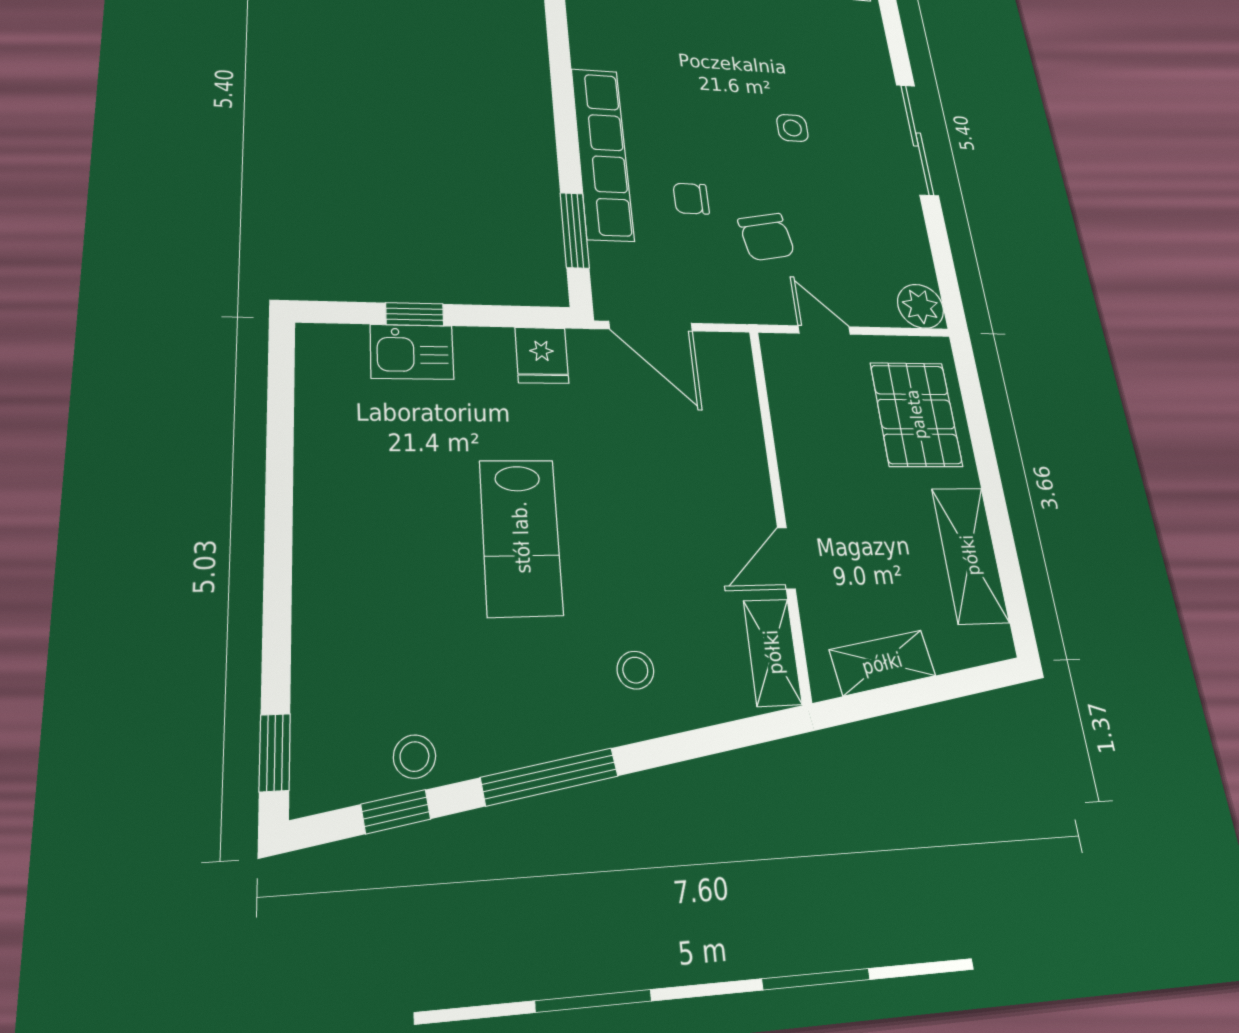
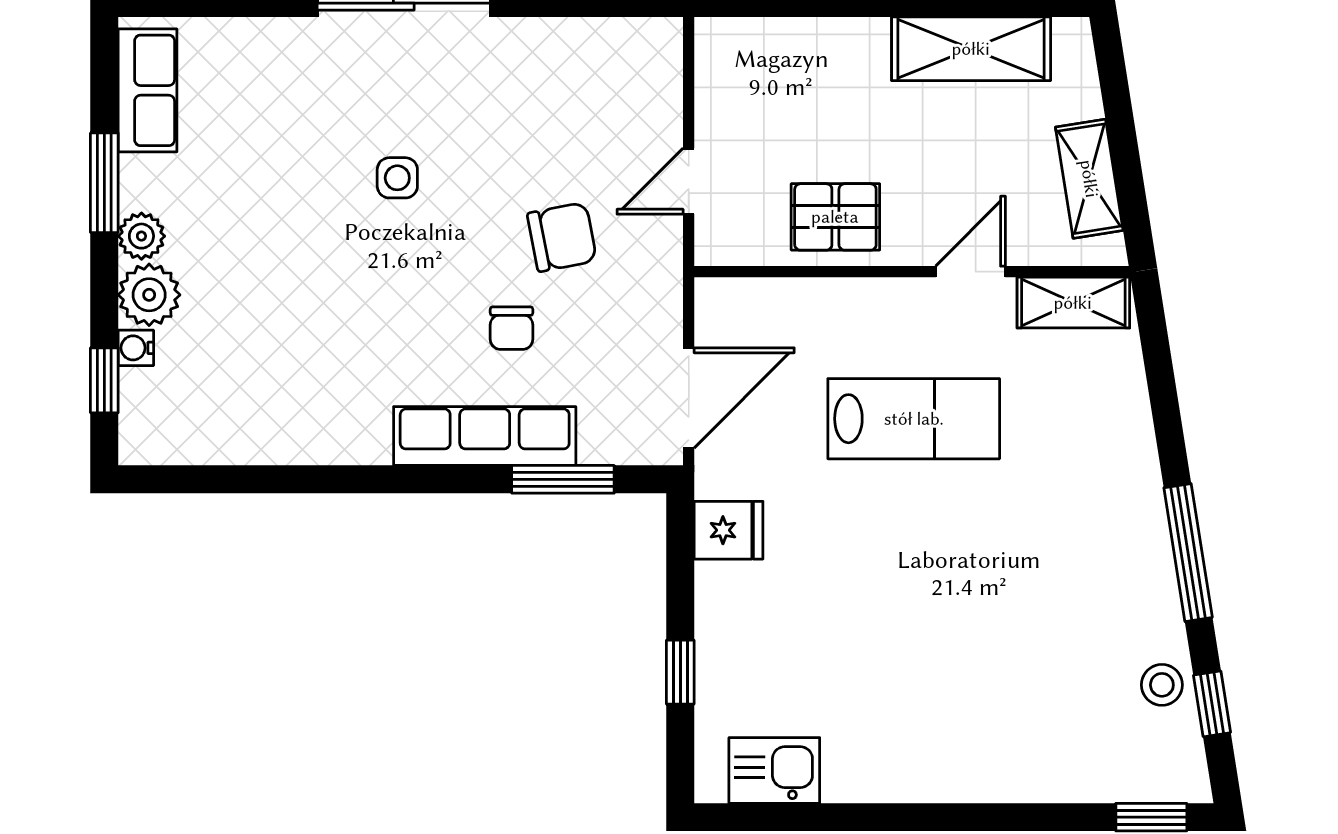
row of seats: (602, 153) -> (485, 436), width x0.73
plant: (921, 306) -> (653, 47), removed
kitchen sink: (412, 352) -> (774, 770), moved, turned -90
pallet: (916, 414) -> (835, 217), moved, width x0.67, depth x0.71
lab bench: (521, 537) -> (914, 419), moved
door: (786, 558) -> (971, 272), swing flipped
stool: (635, 670) -> (1087, 455), removed

